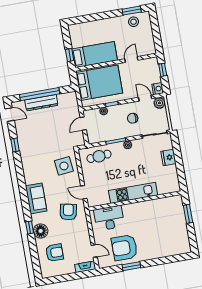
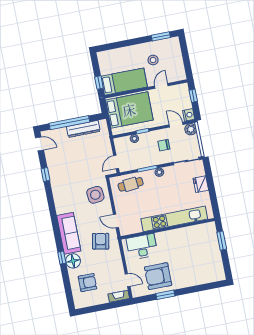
stool: (134, 22) -> (153, 60), moved
dresser: (41, 103) -> (83, 129), moved
door: (83, 124) -> (116, 162), moved
kitchen unit: (133, 193) -> (174, 219), width x1.36
sofa: (36, 198) -> (69, 233), width x1.36

